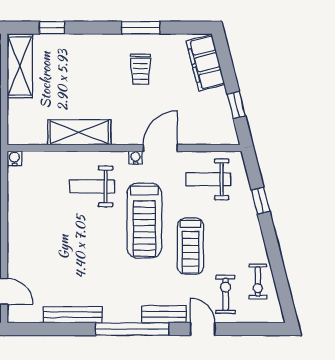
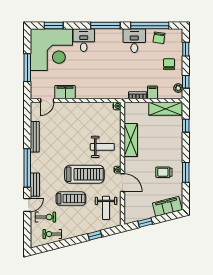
weight bench: (208, 179) -> (106, 208), turned 180
weight bench: (92, 186) -> (102, 147), turned 90
treadmill: (144, 220) -> (84, 174), turned 180
treadmill: (191, 246) -> (71, 199), turned 180

